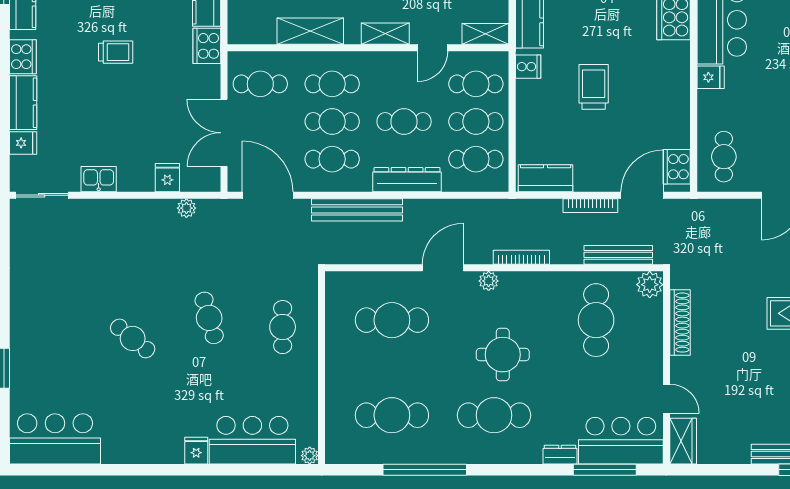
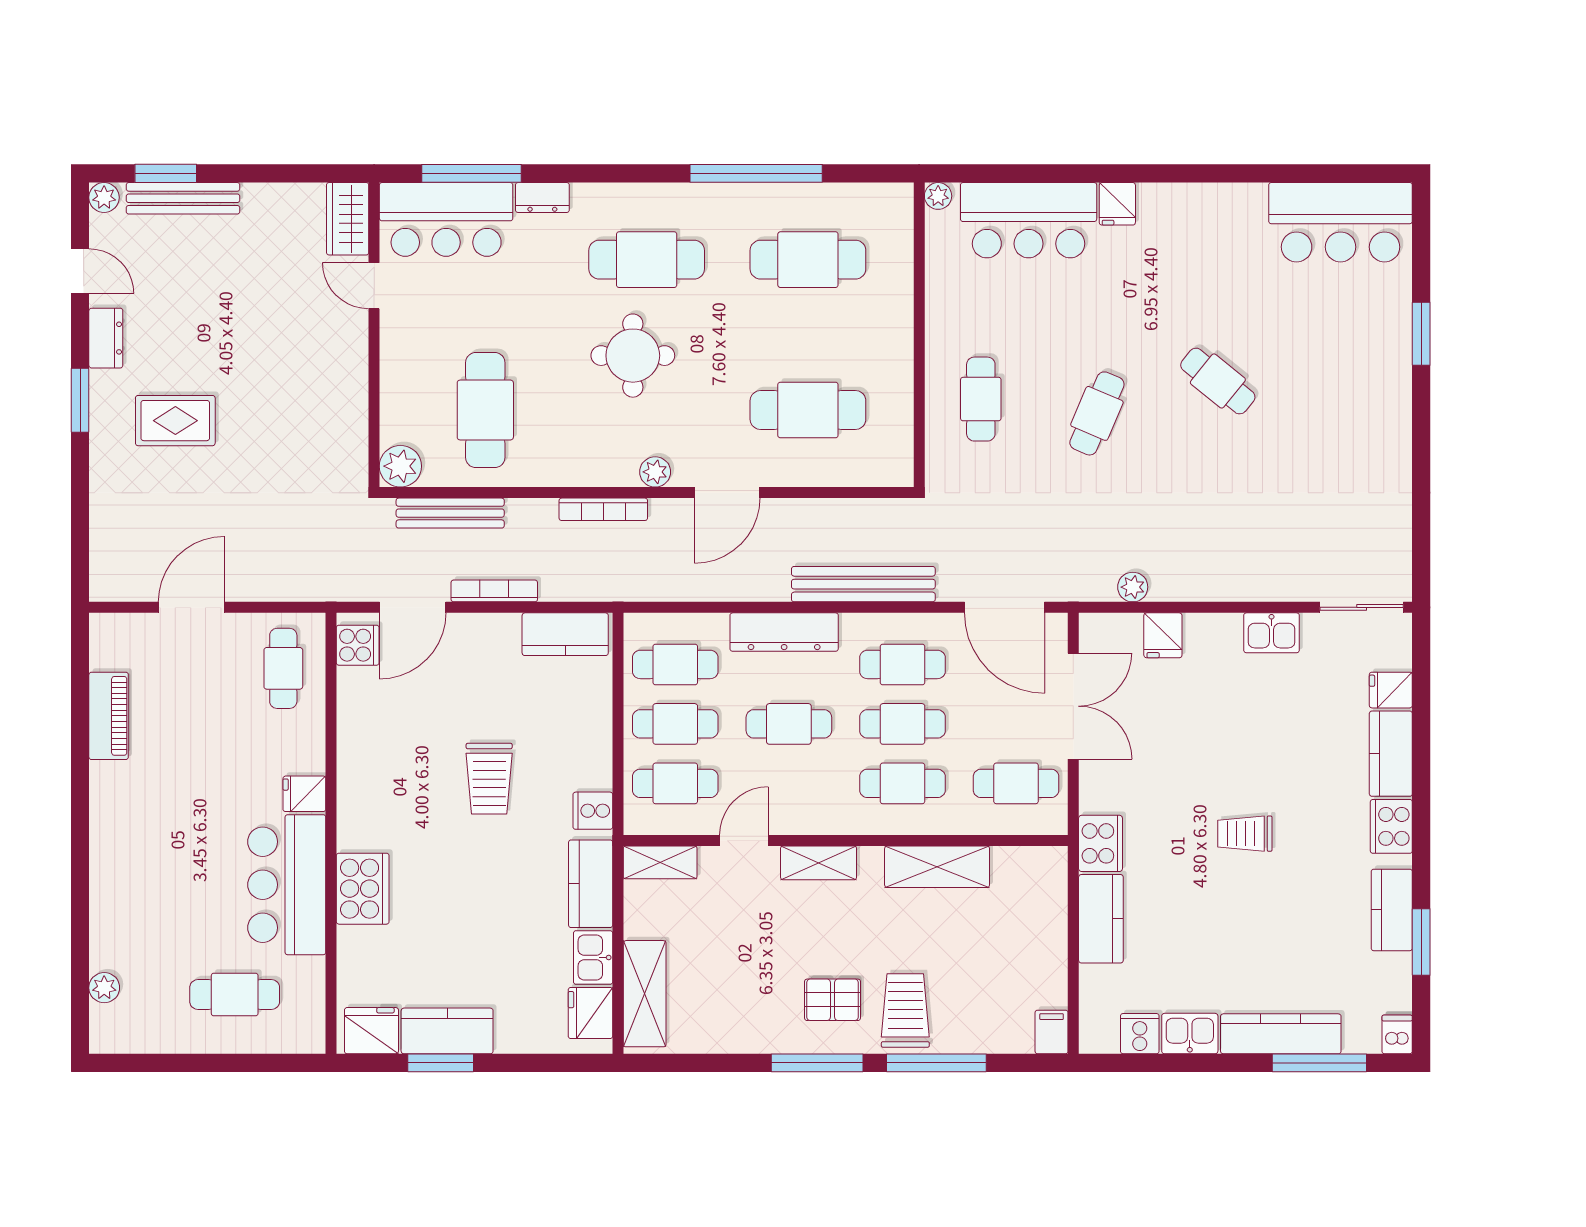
cooker: (677, 167) -> (358, 645), width x0.73
cafe table: (209, 318) -> (1097, 413), turned 39
shoe rack: (680, 323) -> (353, 406), removed

